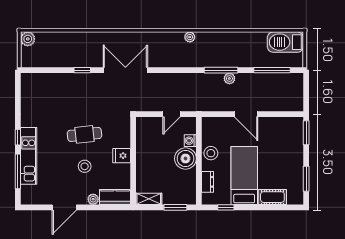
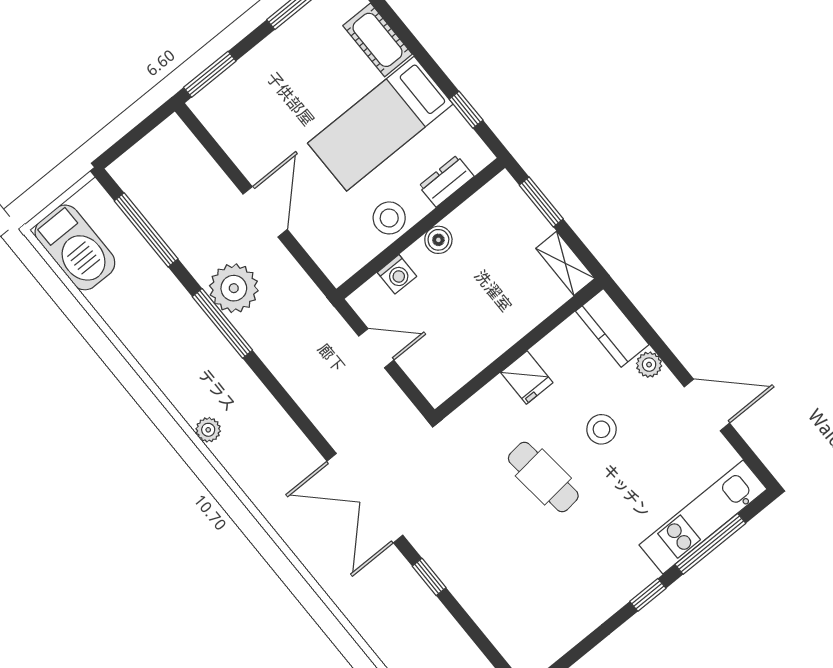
plant: (229, 78) -> (234, 288), width x1.88, depth x1.88
kitchen unit: (29, 156) -> (703, 517), moved
boiler: (185, 159) -> (438, 240), width x0.54, depth x0.54

